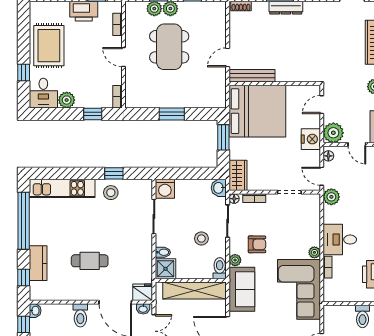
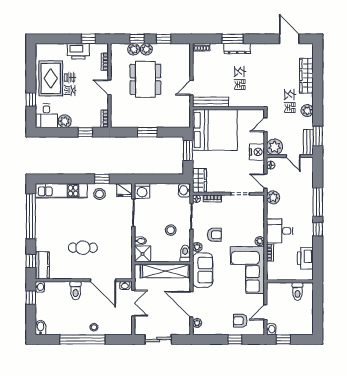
kitchen counter: (38, 263) -> (42, 265), moved
fridge: (143, 292) -> (124, 190), moved, turned 180

